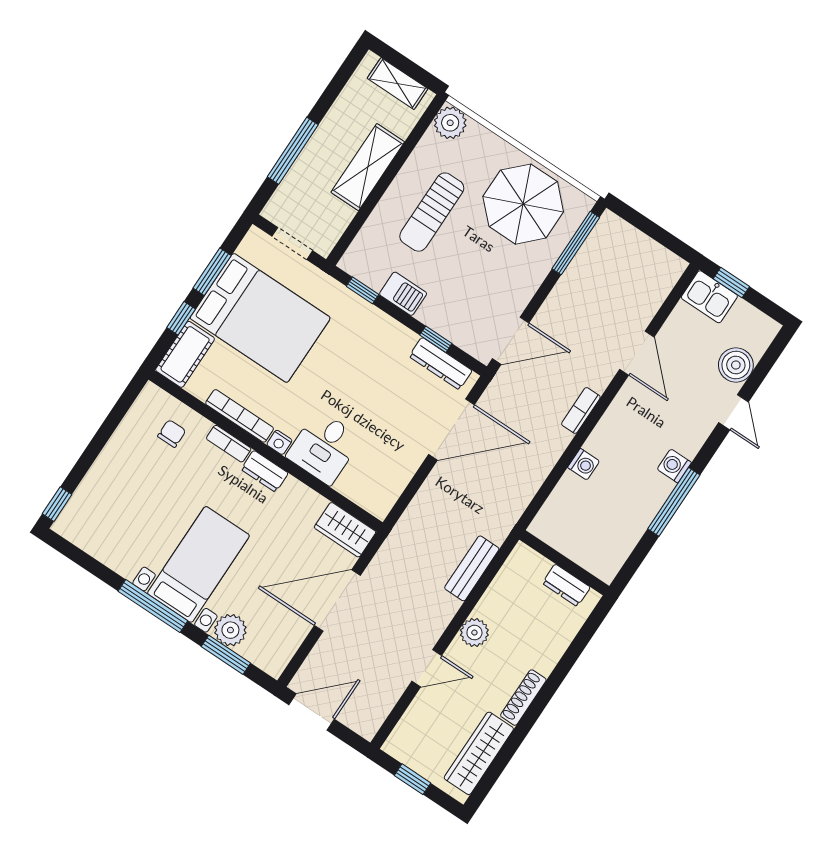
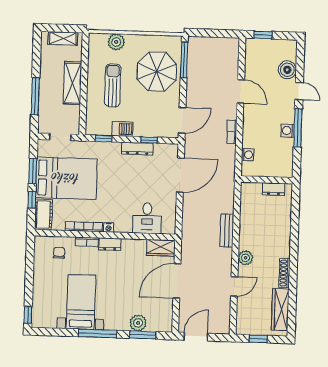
plant: (450, 123) -> (116, 42), moved
parasol: (523, 204) -> (157, 72), moved
sun lounger: (432, 212) -> (113, 85), turned 180
kitchen sink: (709, 297) -> (257, 47), removed
dresser: (441, 363) -> (137, 149), moved
desk: (324, 447) -> (147, 218), moved
window: (674, 502) -> (298, 128), moved
wall: (564, 563) -> (267, 180), moved
bed with nightstands: (198, 564) -> (81, 302), moved
dresser: (566, 585) -> (274, 189), moved

